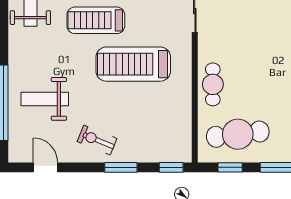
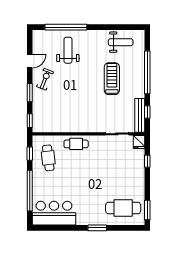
treadmill: (133, 64) -> (87, 100), removed
cafe table: (238, 134) -> (48, 158), width x0.73, depth x0.74
door: (45, 167) -> (30, 61), moved

